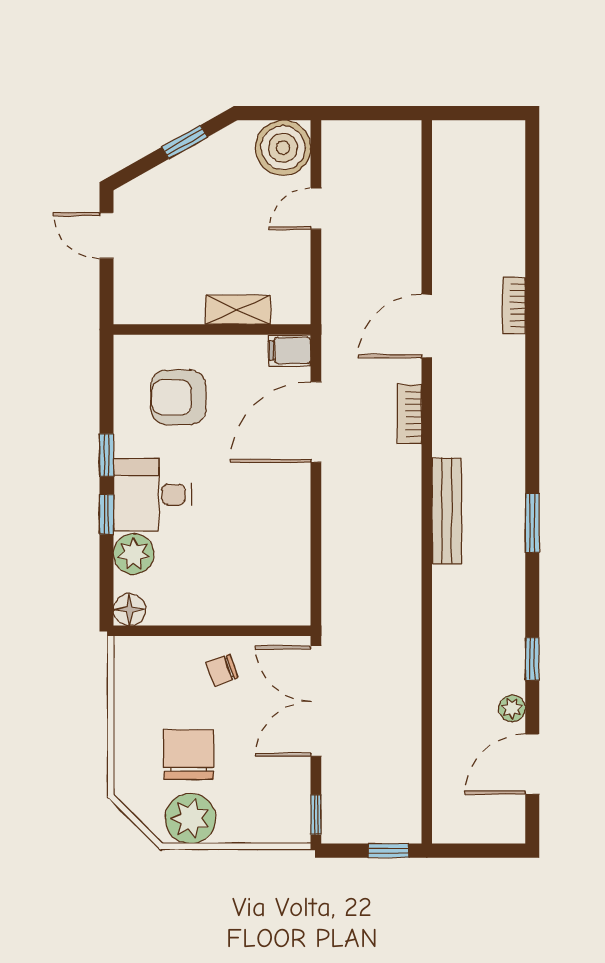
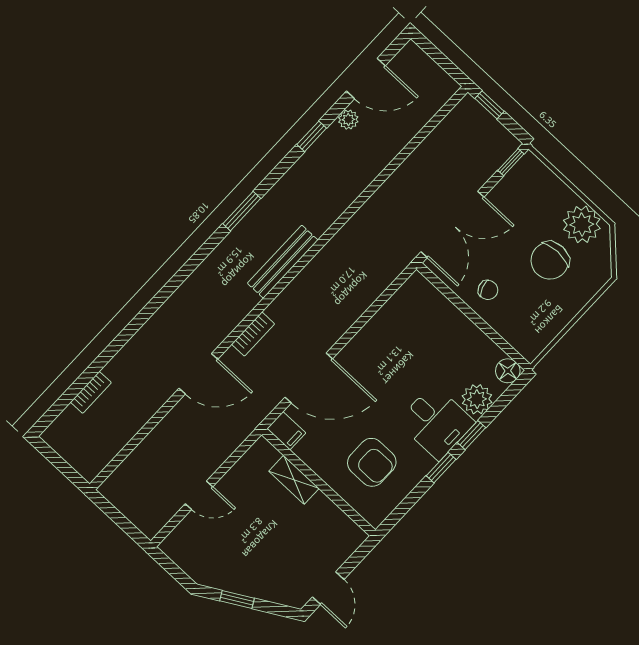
boiler: (283, 148) -> (186, 546), removed
bookcase: (514, 305) -> (91, 392), moved

